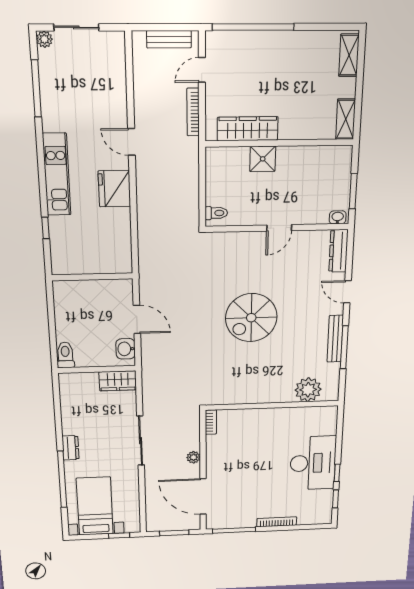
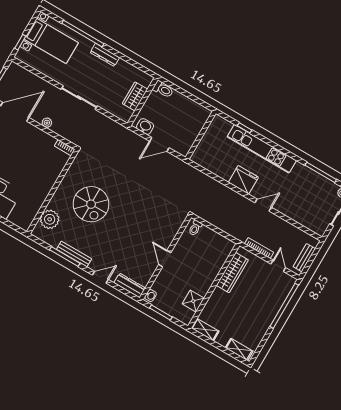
shower: (263, 159) -> (193, 301), moved
kitchen unit: (57, 174) -> (262, 149), width x1.36
spiral stairs: (251, 318) -> (91, 204), moved, turned 180
wardrobe: (118, 381) -> (135, 96), moved
dresser: (71, 448) -> (105, 55), width x1.44

